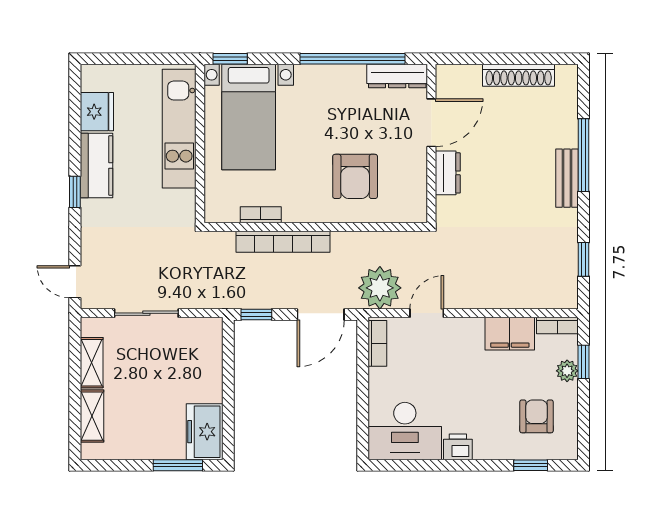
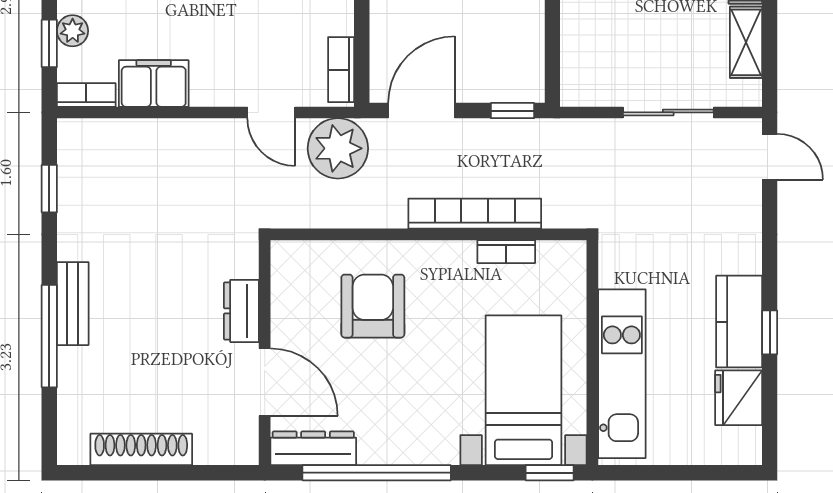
door: (431, 123) -> (265, 382), swing flipped
window: (75, 192) -> (770, 332), moved
door: (427, 313) -> (271, 112), hinge flipped

